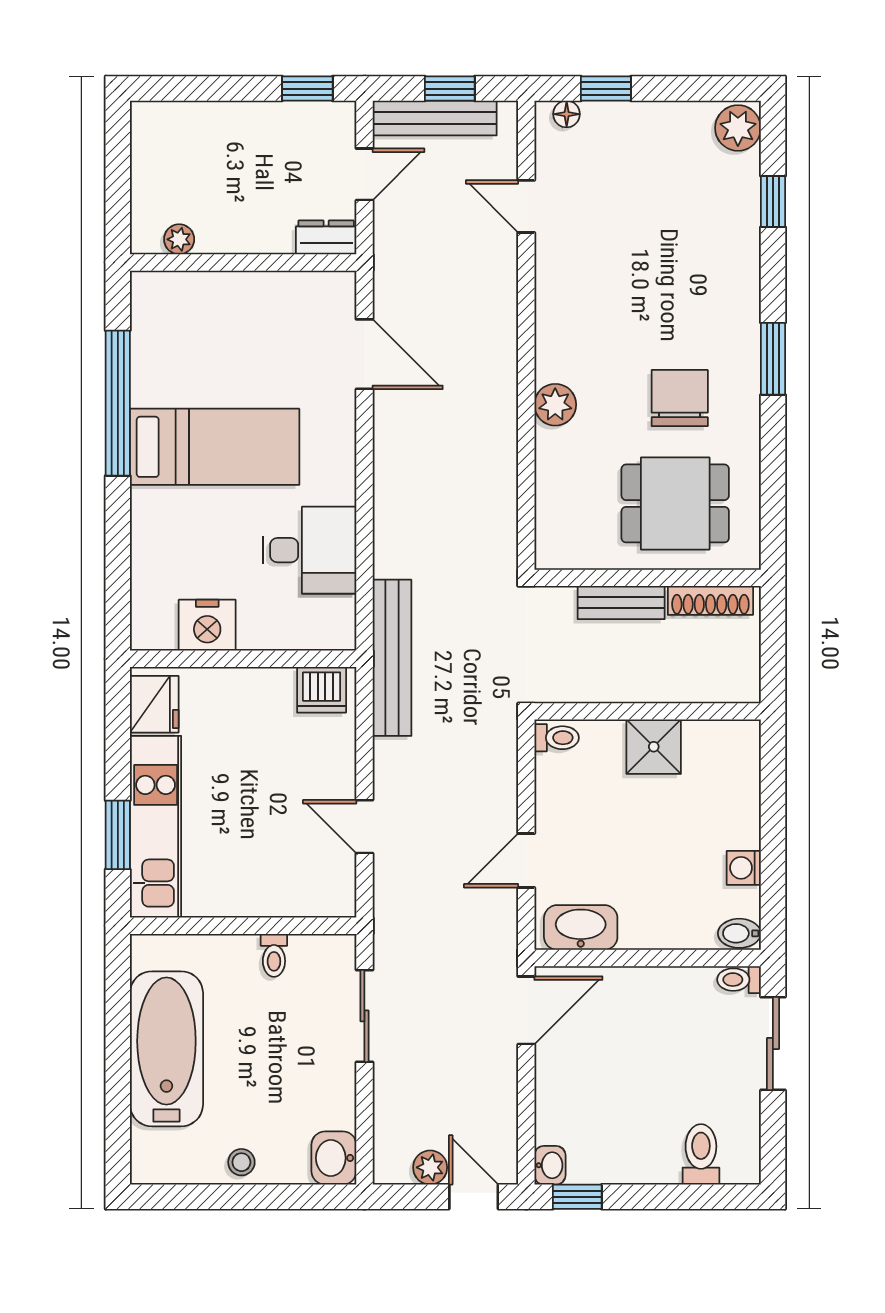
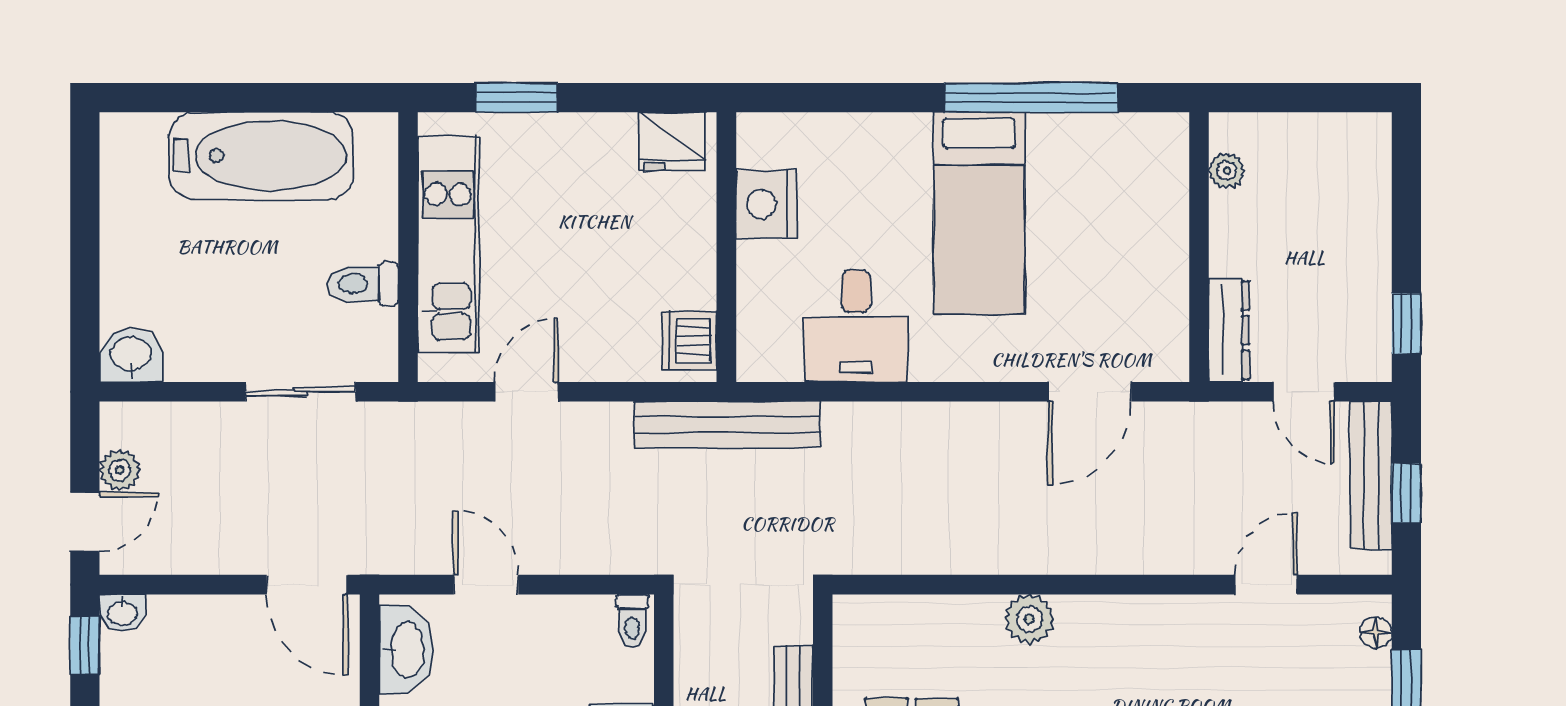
dresser: (326, 237) -> (1229, 330), width x1.44
kitchen unit: (156, 827) -> (448, 244), moved, turned -90
toilet: (274, 955) -> (363, 284), width x1.37, depth x1.39
stool: (241, 1162) -> (126, 245), removed

